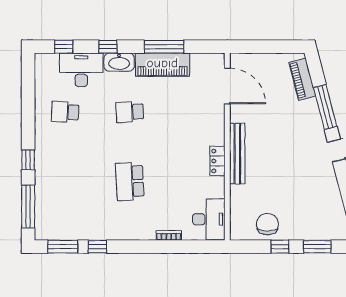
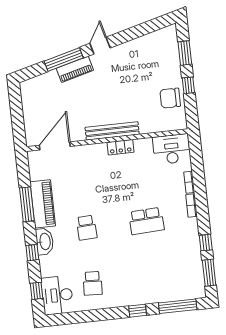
desk: (81, 70) -> (57, 295), moved
piano: (302, 79) -> (75, 69), moved
bookcase: (142, 235) -> (192, 205), added

